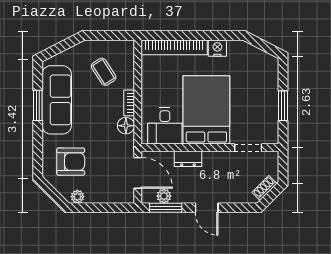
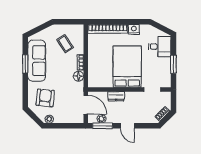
desk: (165, 126) -> (160, 47), moved, turned -90
armchair: (71, 162) -> (45, 98), turned -84

